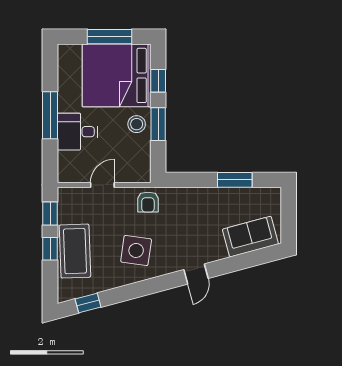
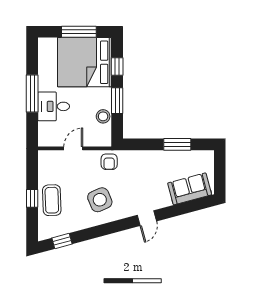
stool: (137, 124) -> (103, 116), moved
window: (50, 214) -> (32, 171), removed
side table: (136, 250) -> (100, 200), turned -31
coffee table: (75, 251) -> (52, 200), width x0.73, depth x0.76

